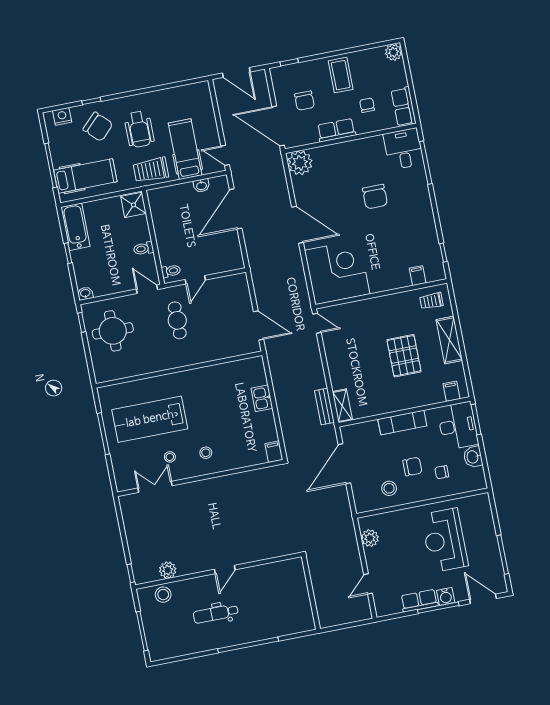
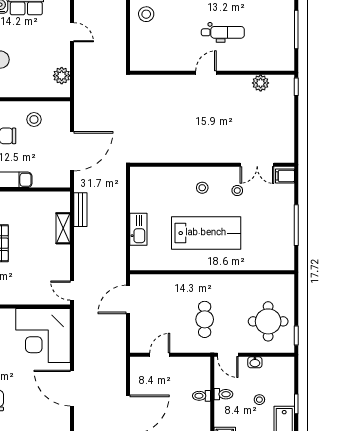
stool: (106, 250) -> (259, 400), added
toilet: (171, 271) -> (201, 396), moved
door: (195, 280) -> (160, 355), moved
washbasin: (85, 293) -> (255, 362), moved
door: (258, 325) -> (128, 299), hinge flipped
kitchen sink: (262, 398) -> (138, 229), width x1.38
shelving: (342, 406) -> (63, 228), moved
lab bench: (150, 419) -> (206, 233), moved
filing cabinet: (274, 452) -> (285, 176), moved, turned 90
door: (368, 584) -> (72, 32), hinge flipped
stool: (163, 595) -> (146, 14), moved

